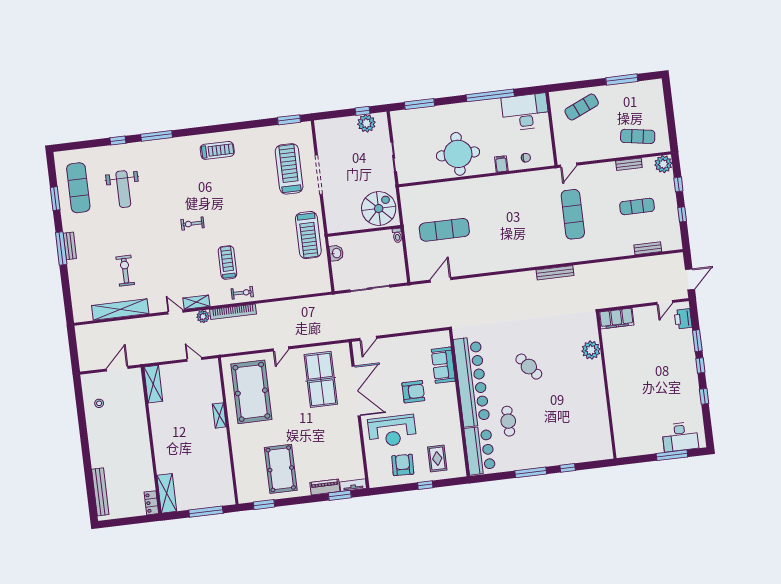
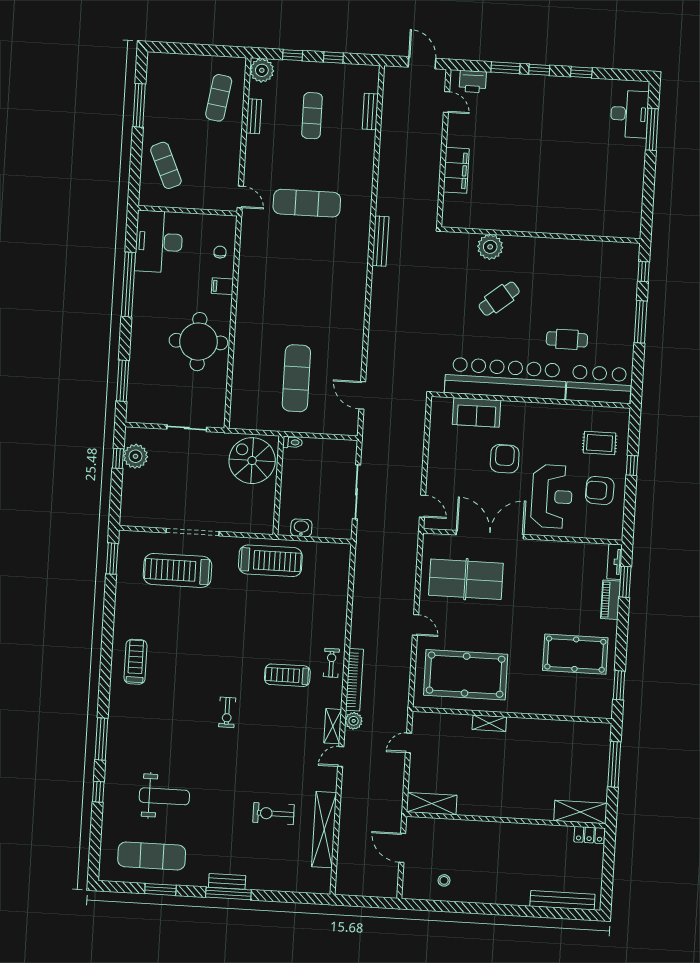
plant: (591, 350) -> (490, 247), moved
wall: (606, 385) -> (541, 235), moved

